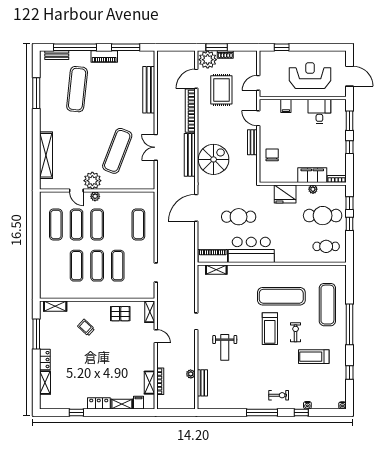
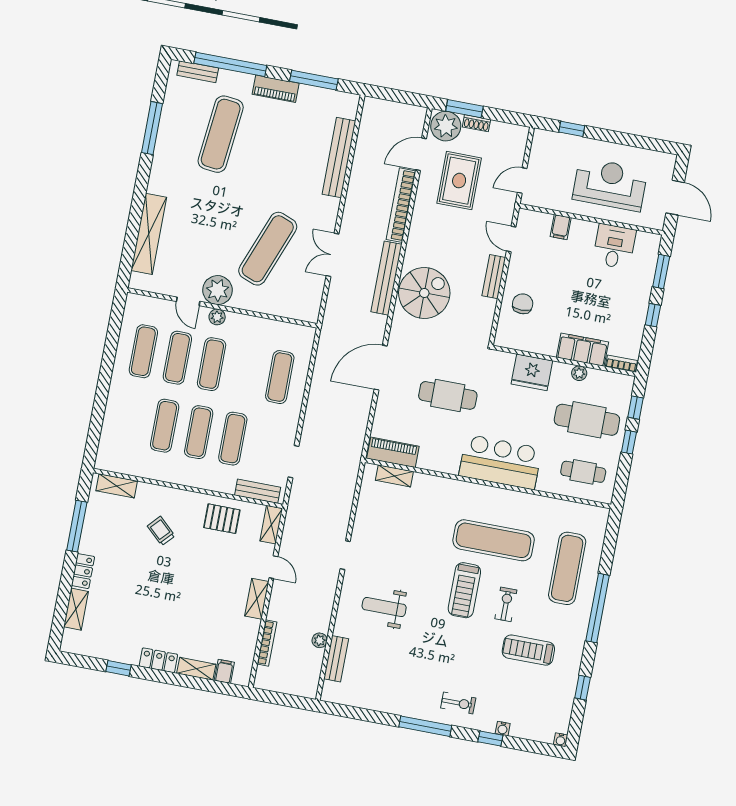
bar counter: (251, 250) -> (500, 462), moved
bench: (138, 294) -> (258, 491), added
weight bench: (225, 347) -> (384, 607), turned 90
shelving: (149, 383) -> (257, 599), moved

